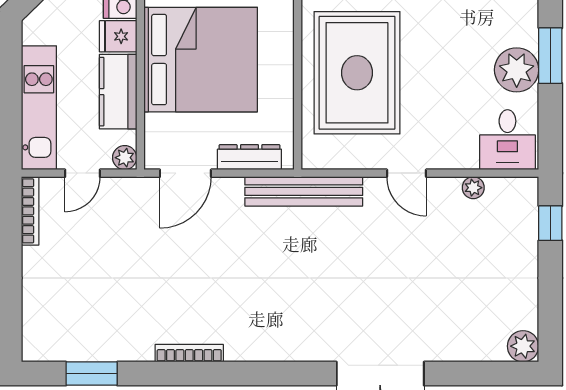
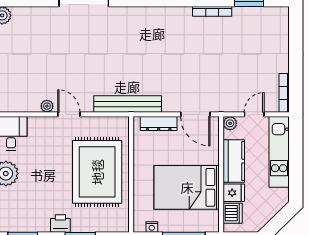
bed: (201, 60) -> (187, 187), width x0.73
door: (185, 173) -> (195, 114), swing flipped
plant: (473, 188) -> (47, 106), moved
bookcase: (189, 353) -> (212, 11), moved

